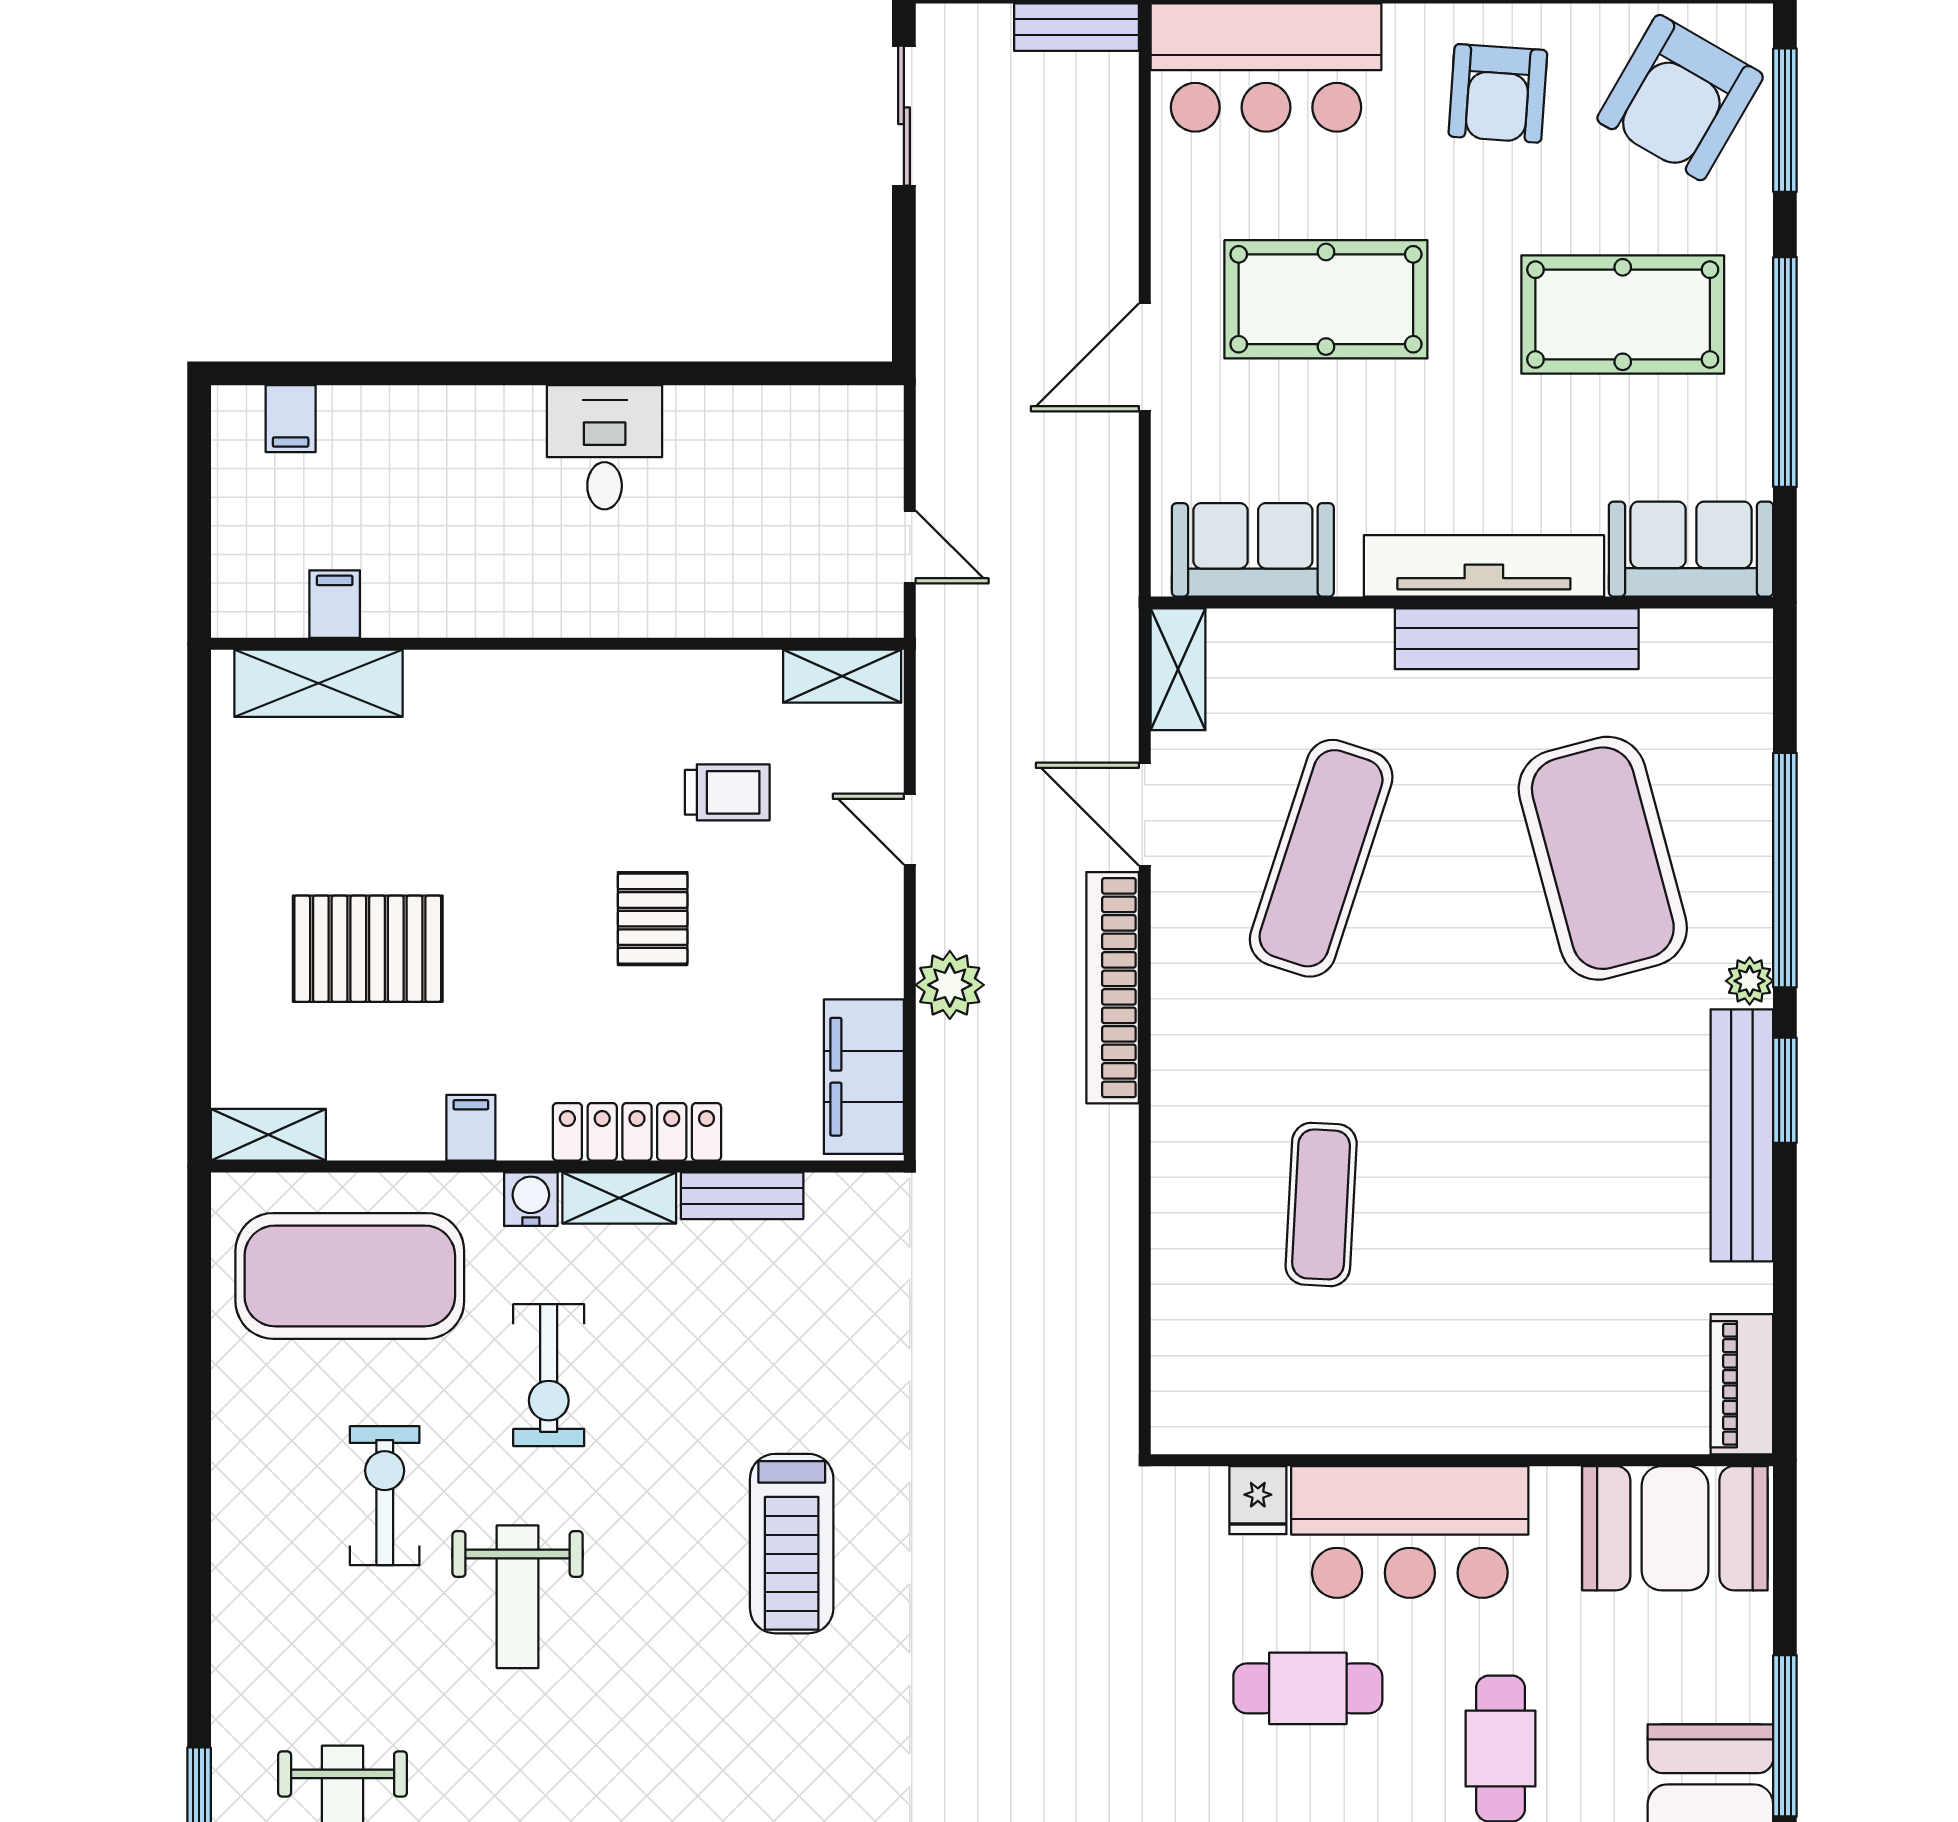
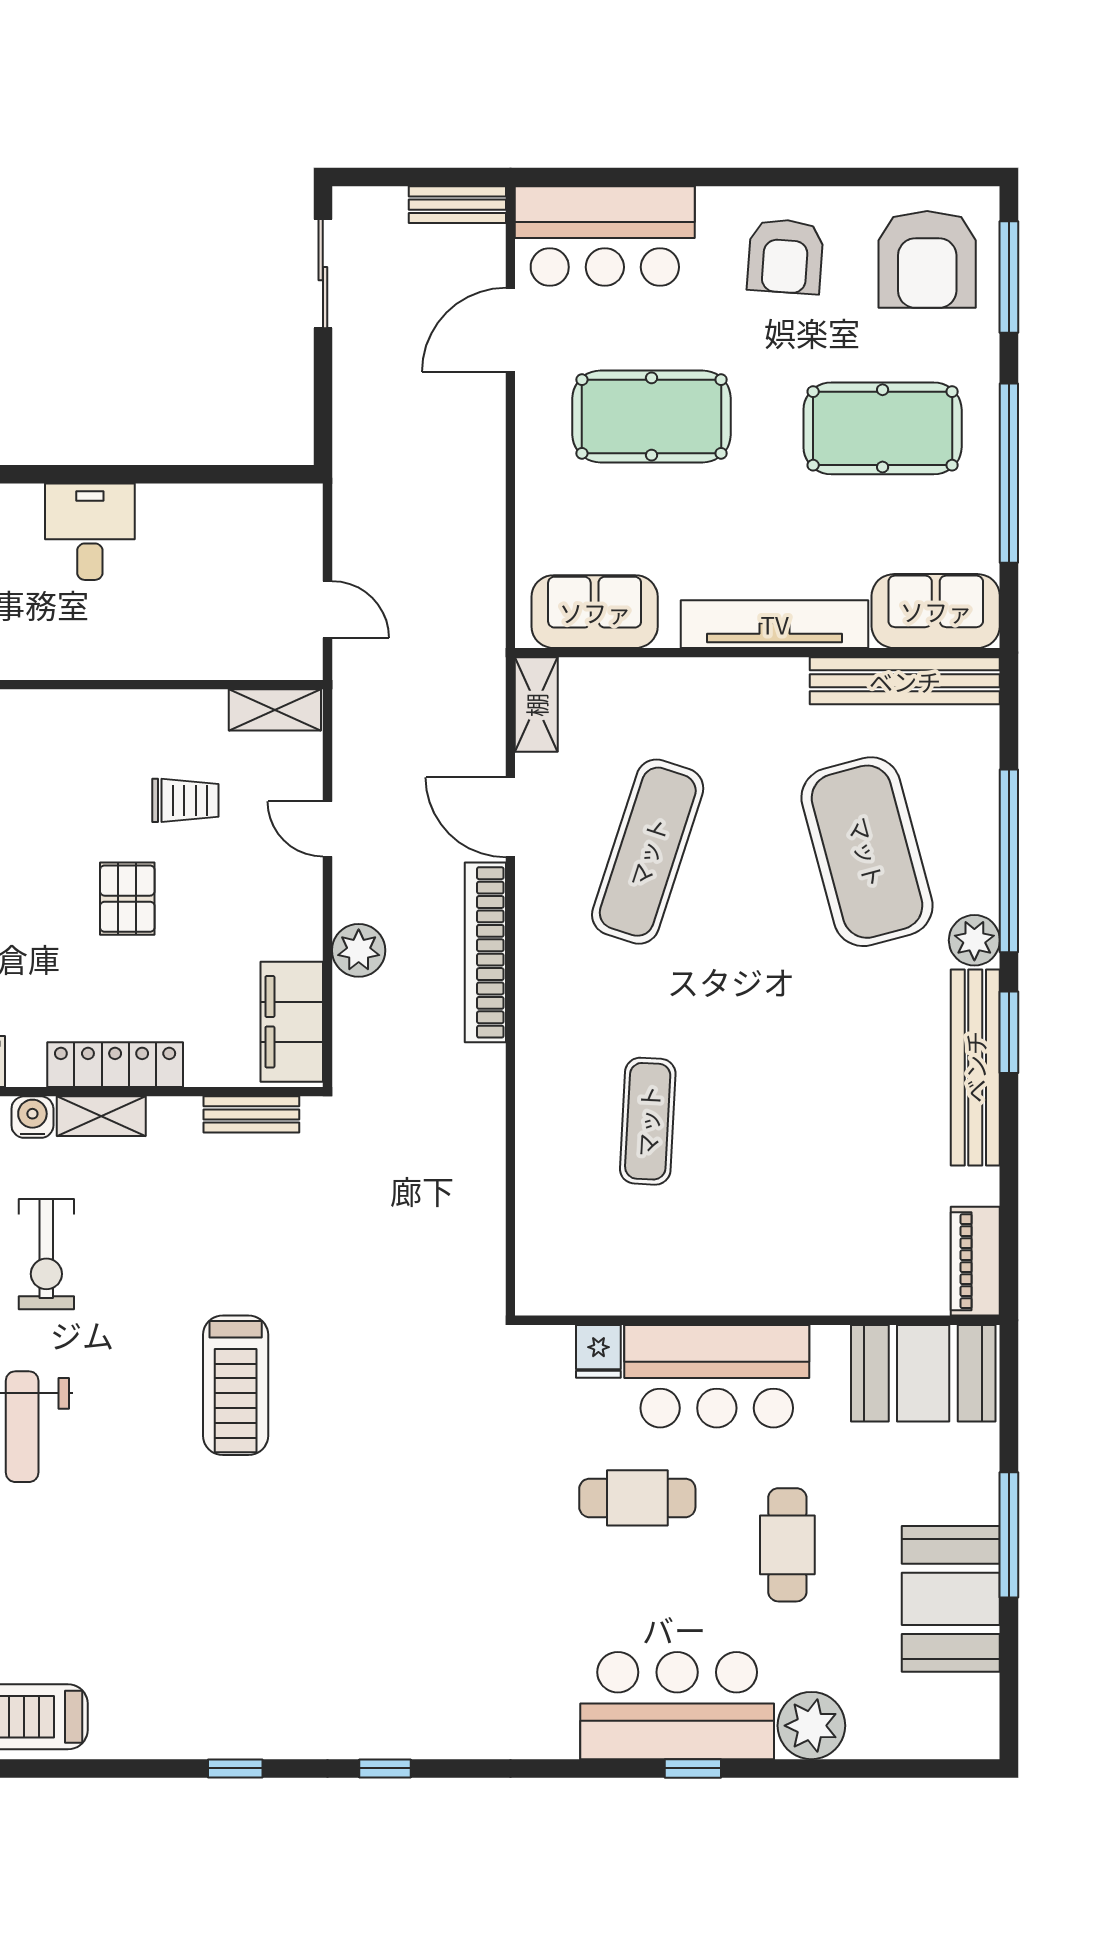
armchair: (1680, 98) -> (927, 259), turned -30
door: (1145, 357) -> (510, 330), moved
bench: (1517, 639) -> (905, 681), moved
plant: (1750, 981) -> (974, 940), width x1.38, depth x1.38
bench: (742, 1196) -> (251, 1114), moved

